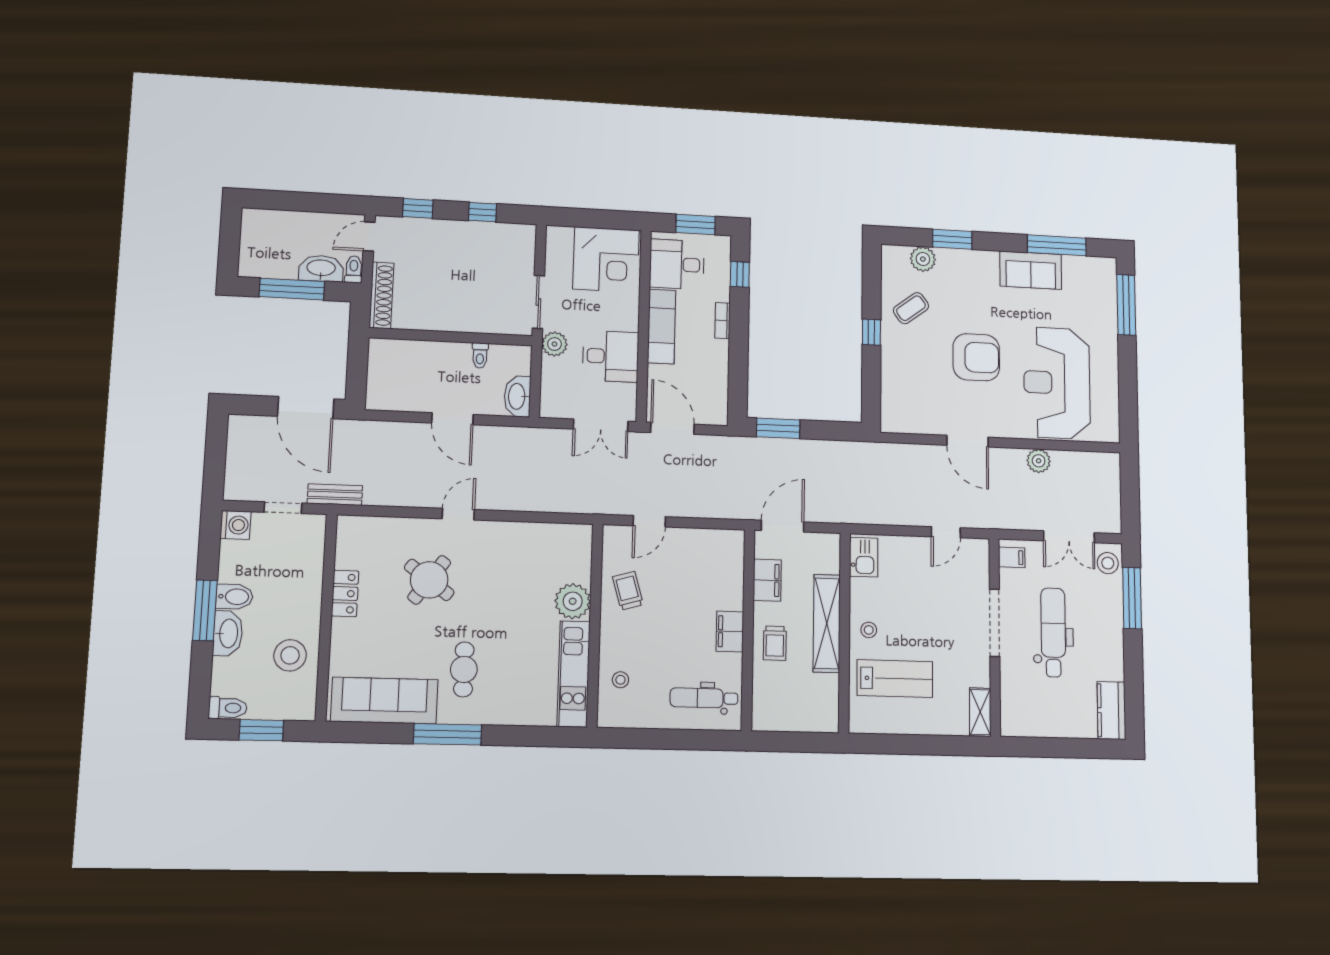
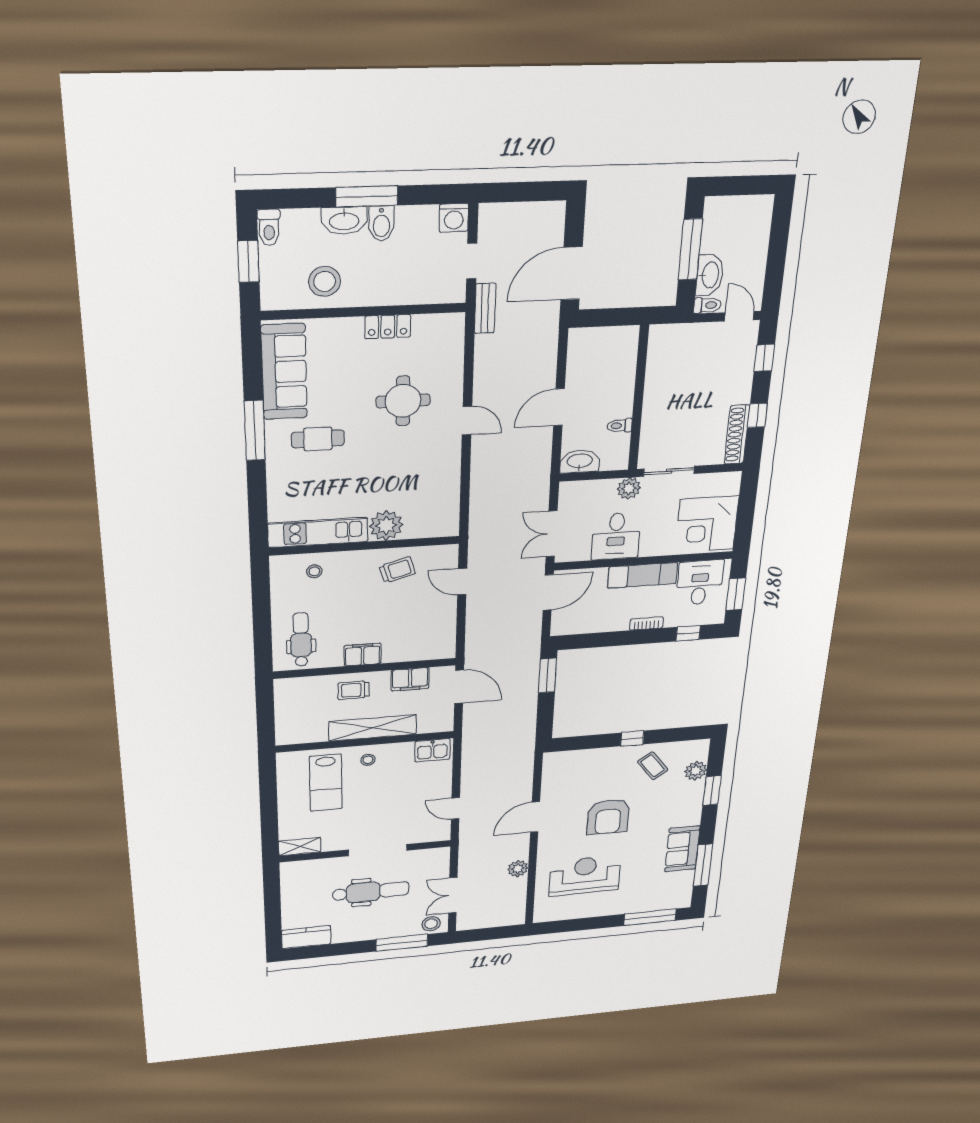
shoe rack: (381, 295) -> (737, 435), moved, turned 90
reception desk: (1057, 383) -> (585, 876), width x0.74, depth x0.77
filing cabinet: (1012, 557) -> (434, 857), removed
round table: (429, 580) -> (403, 401), turned -36

